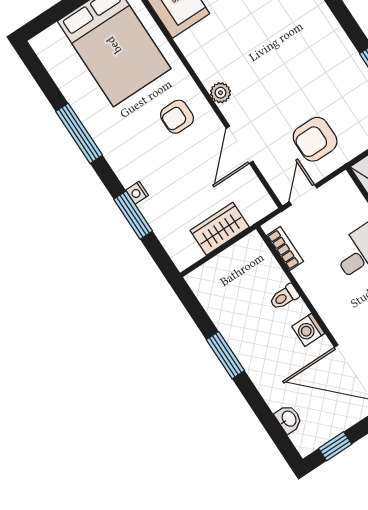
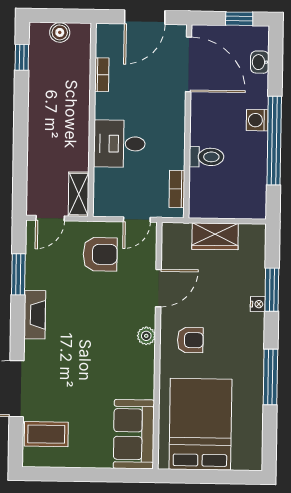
fireplace: (337, 42) -> (35, 315), added
toilet: (284, 297) -> (207, 157), width x1.37, depth x1.39
washing machine: (308, 330) -> (257, 120), moved, turned 180
window: (225, 355) -> (274, 141), width x2.11

